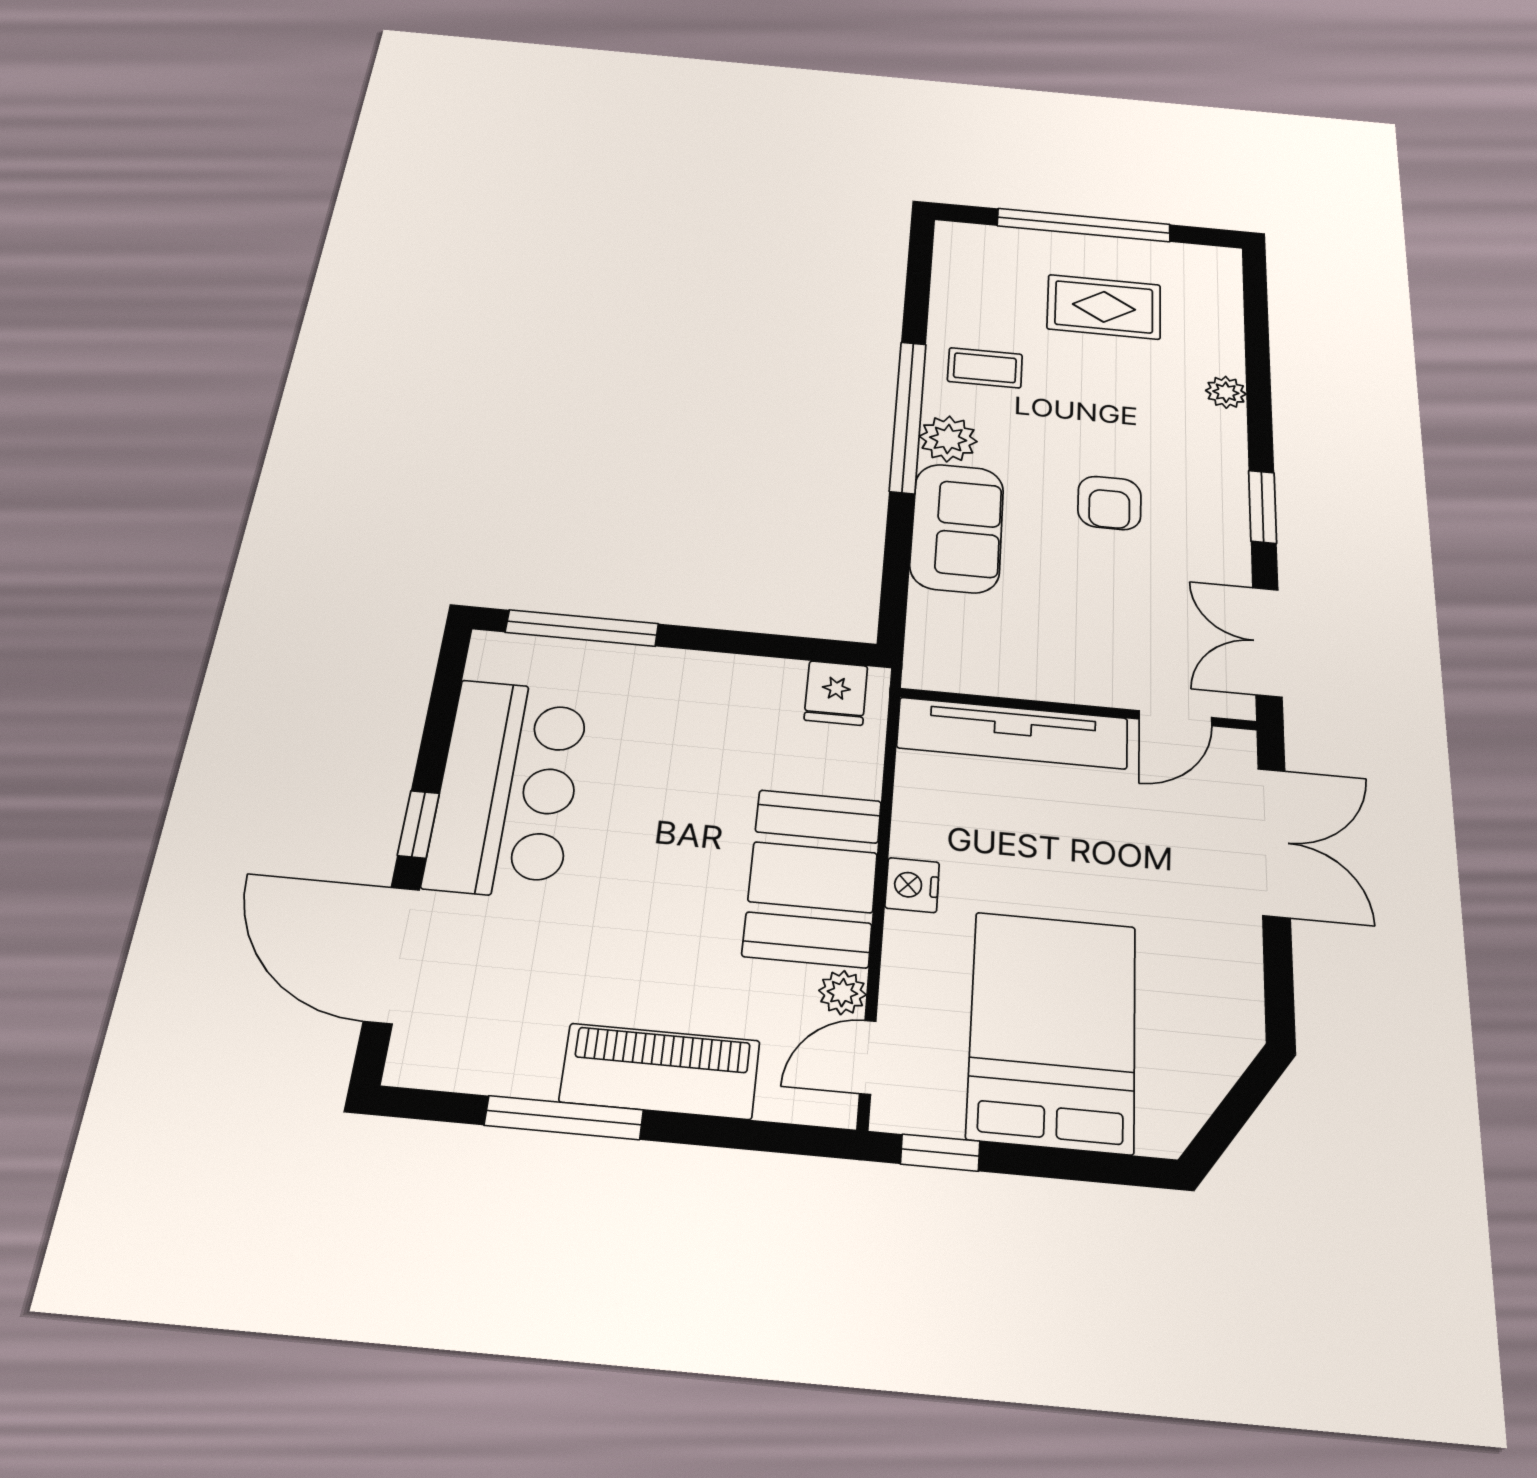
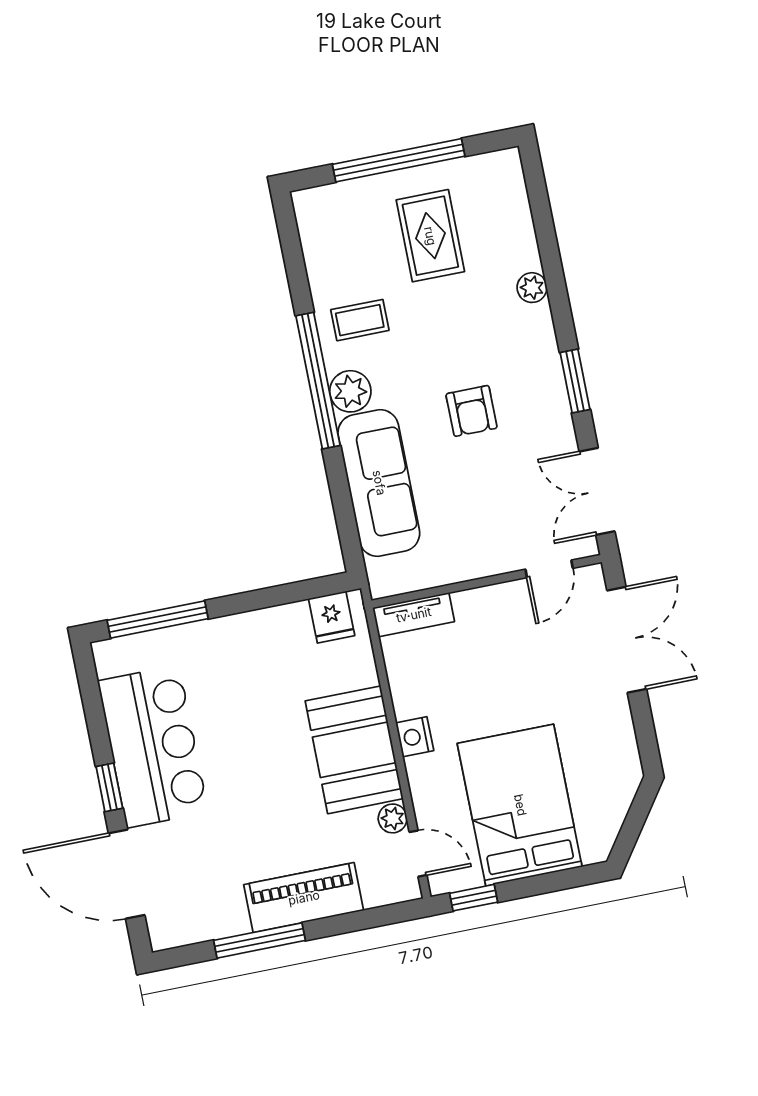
rug: (1104, 307) -> (430, 236), turned 90
sofa: (957, 528) -> (379, 483), width x1.36
tv unit: (1013, 733) -> (414, 615), width x0.52, depth x0.78
door: (868, 1057) -> (418, 854), swing flipped

